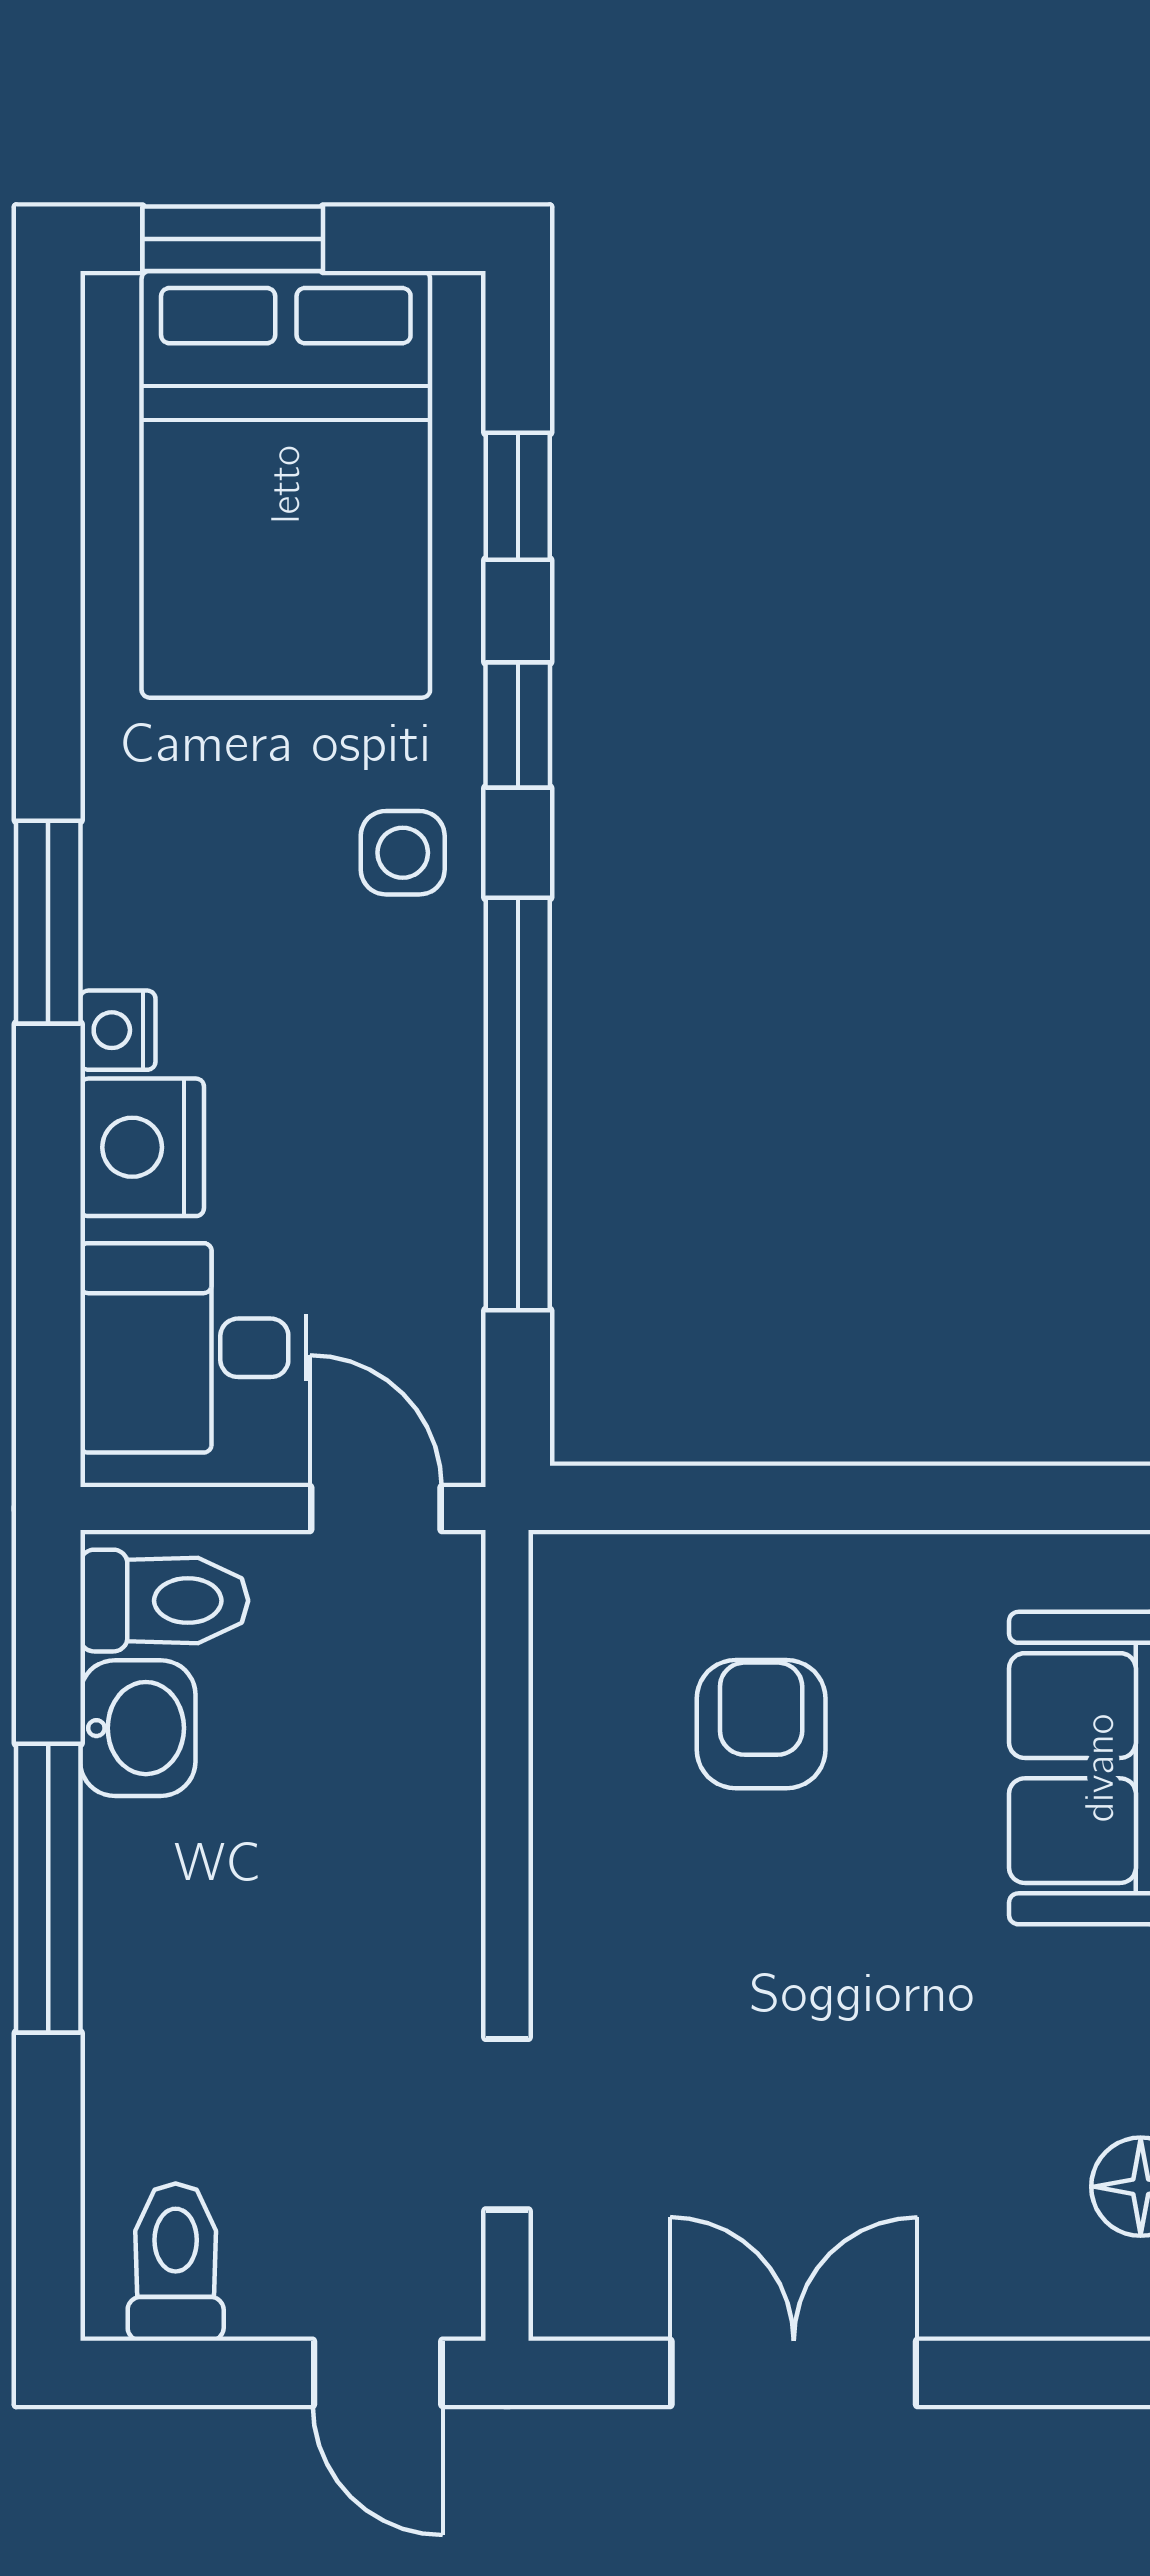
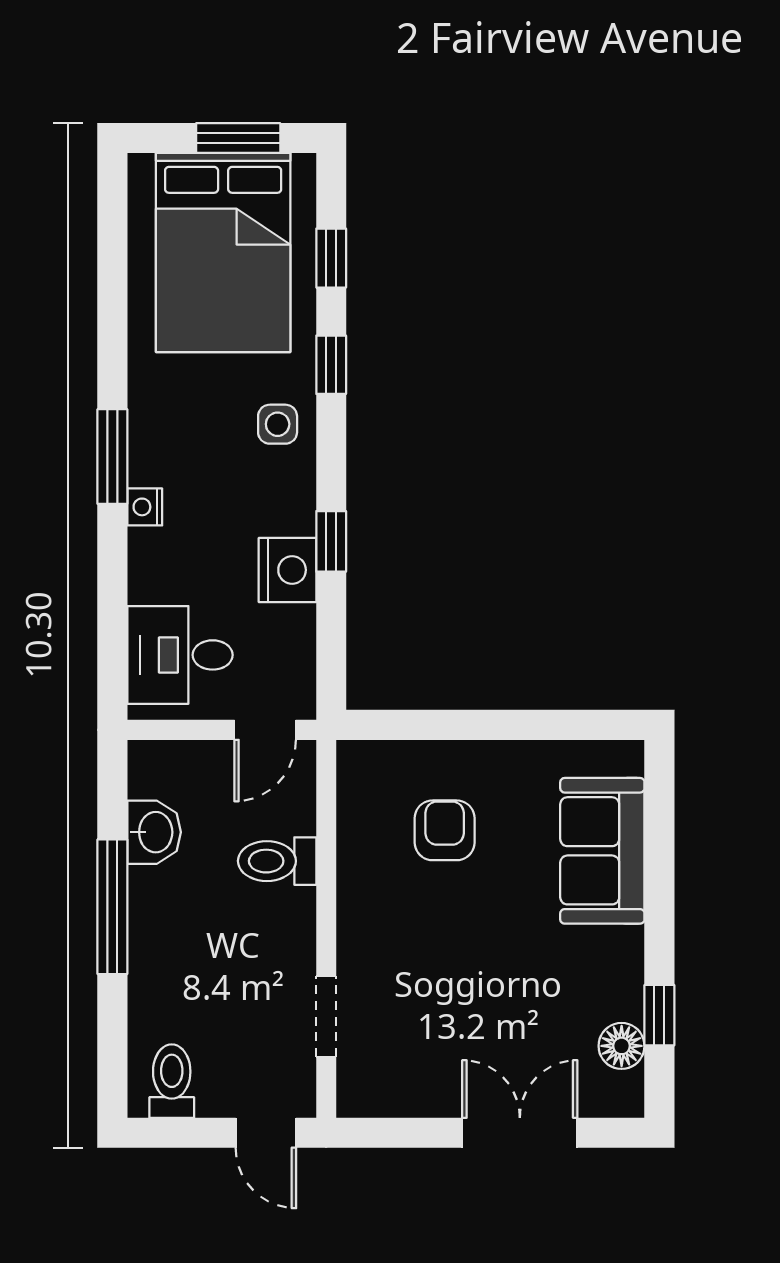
window: (233, 239) -> (238, 138), moved
window: (518, 1104) -> (331, 541), width x0.32
nightstand: (142, 1147) -> (287, 570), moved, turned 180
door: (376, 1509) -> (265, 730), swing flipped
toilet: (164, 1601) -> (277, 861), moved, turned 180
double door: (794, 2373) -> (520, 1133), moved

